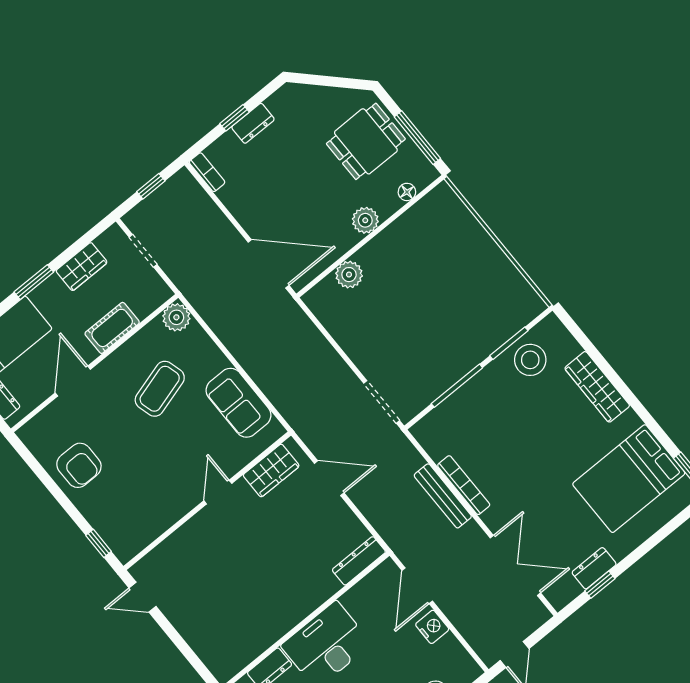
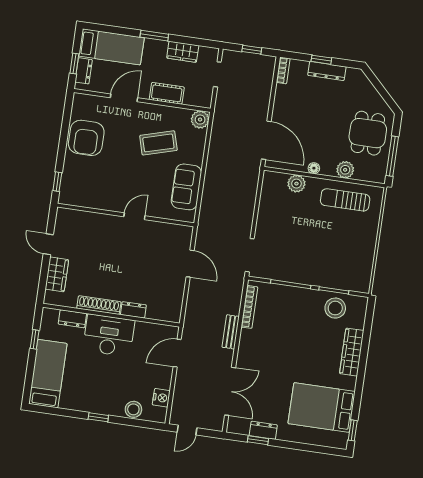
dresser: (253, 123) -> (327, 71), width x1.44
dining table: (366, 141) -> (368, 133), turned 90
floor lamp: (407, 192) -> (314, 168), moved
plant: (365, 220) -> (345, 170), moved
sun lounger: (418, 236) -> (345, 200), added
armchair: (79, 465) -> (86, 138), width x1.36, depth x1.36
wardrobe: (271, 470) -> (57, 274), moved, turned -90
bookcase: (464, 485) -> (249, 307), moved
bench: (443, 496) -> (231, 332), width x0.73
dresser: (359, 561) -> (133, 310), moved, width x0.70
door: (143, 597) -> (48, 244), moved
shoe rack: (282, 625) -> (99, 305), added
nightstand: (432, 627) -> (161, 398), moved

